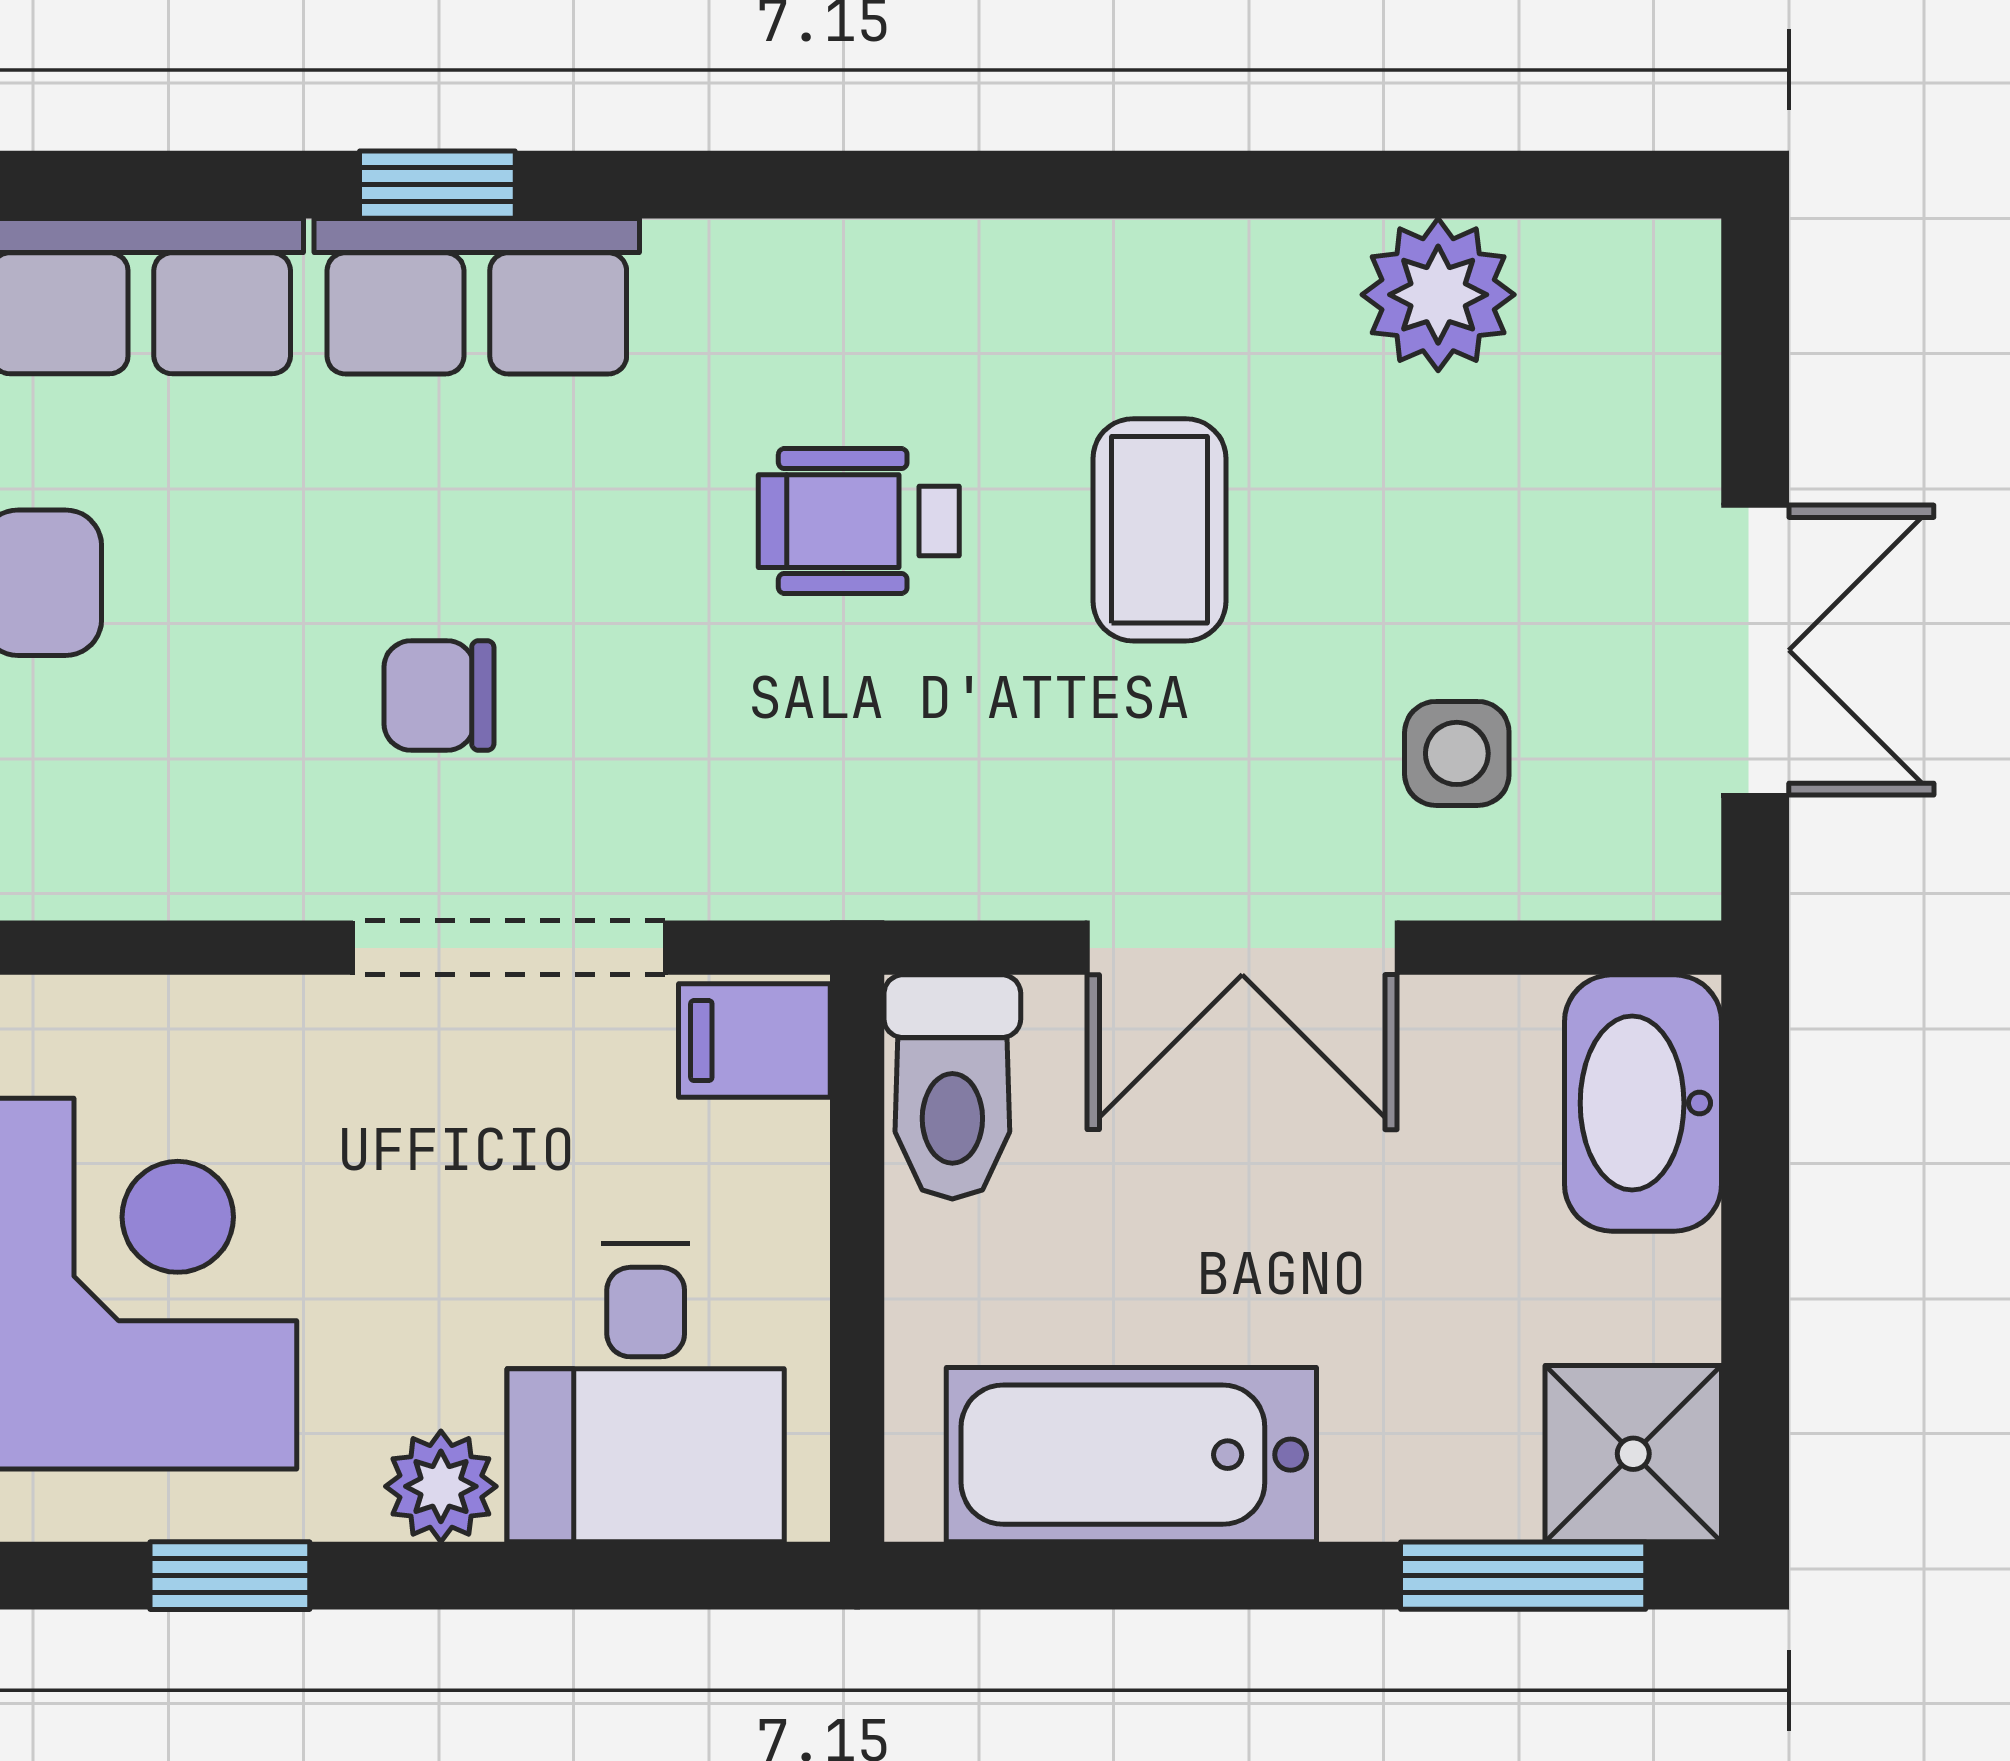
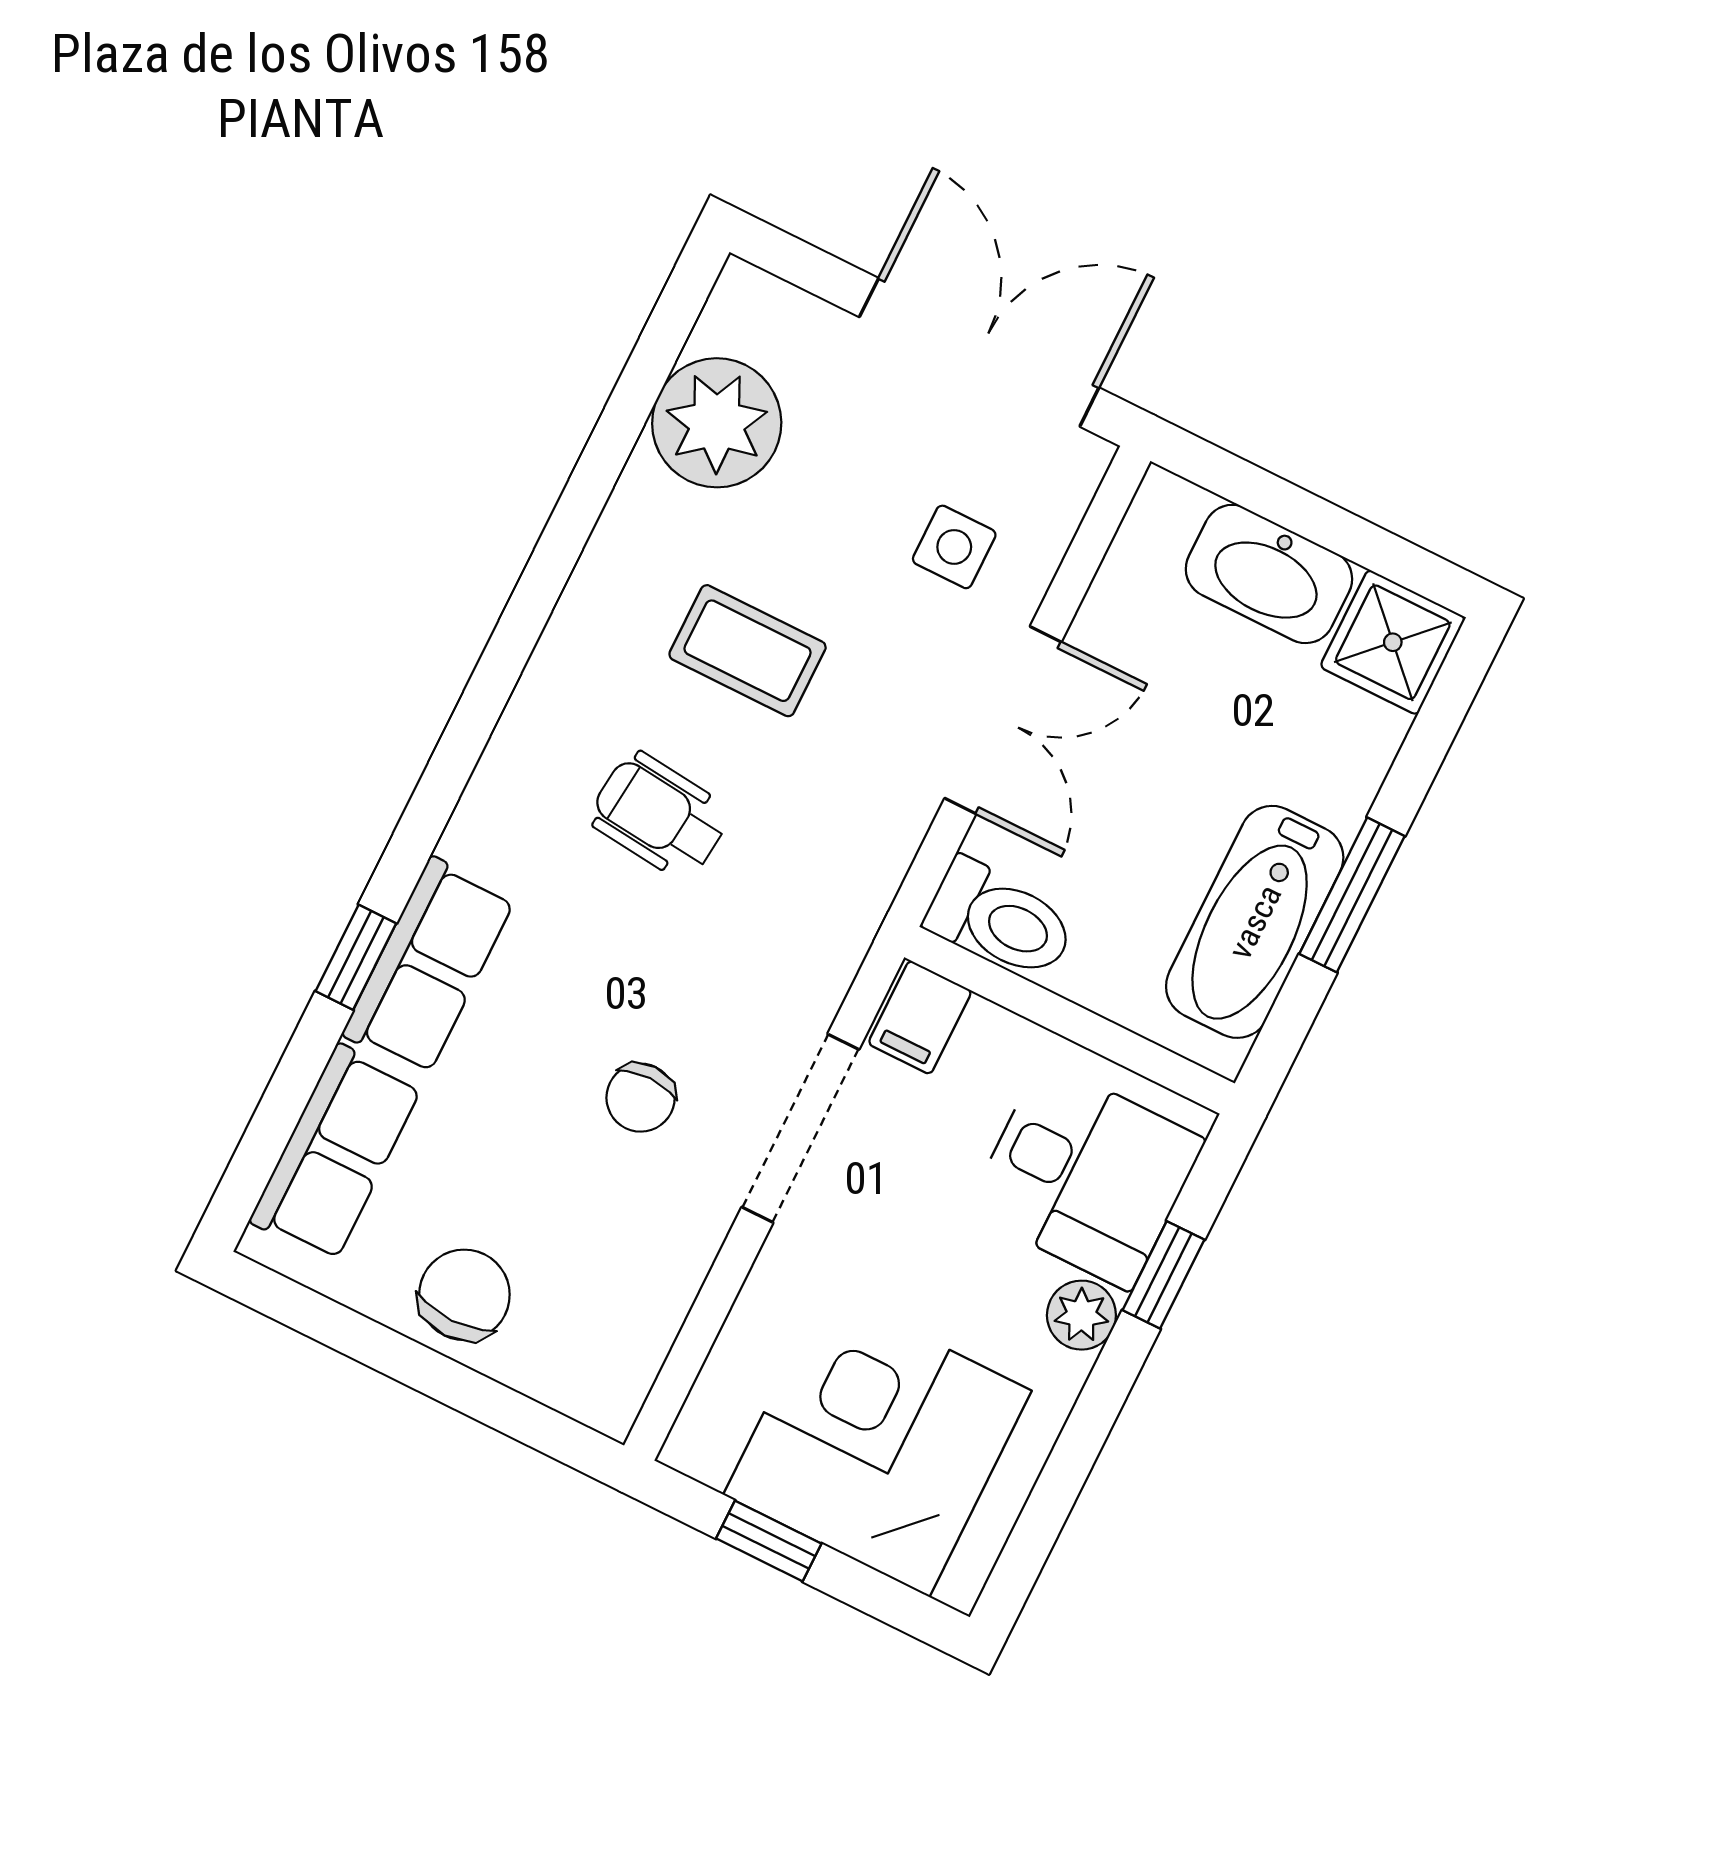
plant: (1438, 295) -> (717, 423), width x1.36, depth x1.36
wheelchair: (859, 521) -> (660, 816), turned 96
double door: (1755, 650) -> (979, 352), width x1.37
washbasin: (1643, 1103) -> (1269, 574), moved
window: (230, 1576) -> (1163, 1275), moved
window: (1523, 1576) -> (1352, 895), moved

